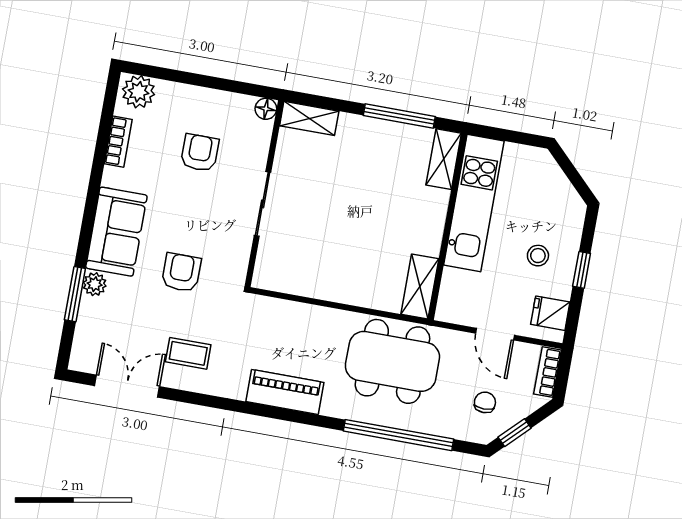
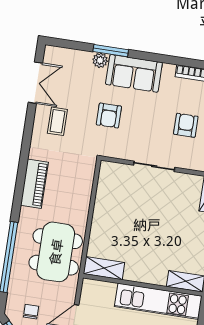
armchair: (200, 153) -> (186, 125), turned -90
armchair: (181, 273) -> (109, 115), turned 90
window: (75, 294) -> (111, 51), moved
chair: (485, 402) -> (31, 312), turned -90

